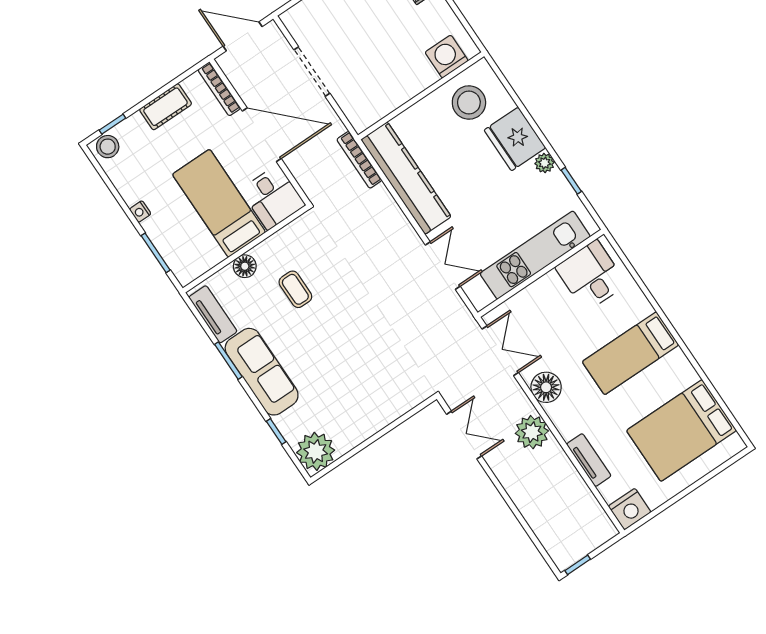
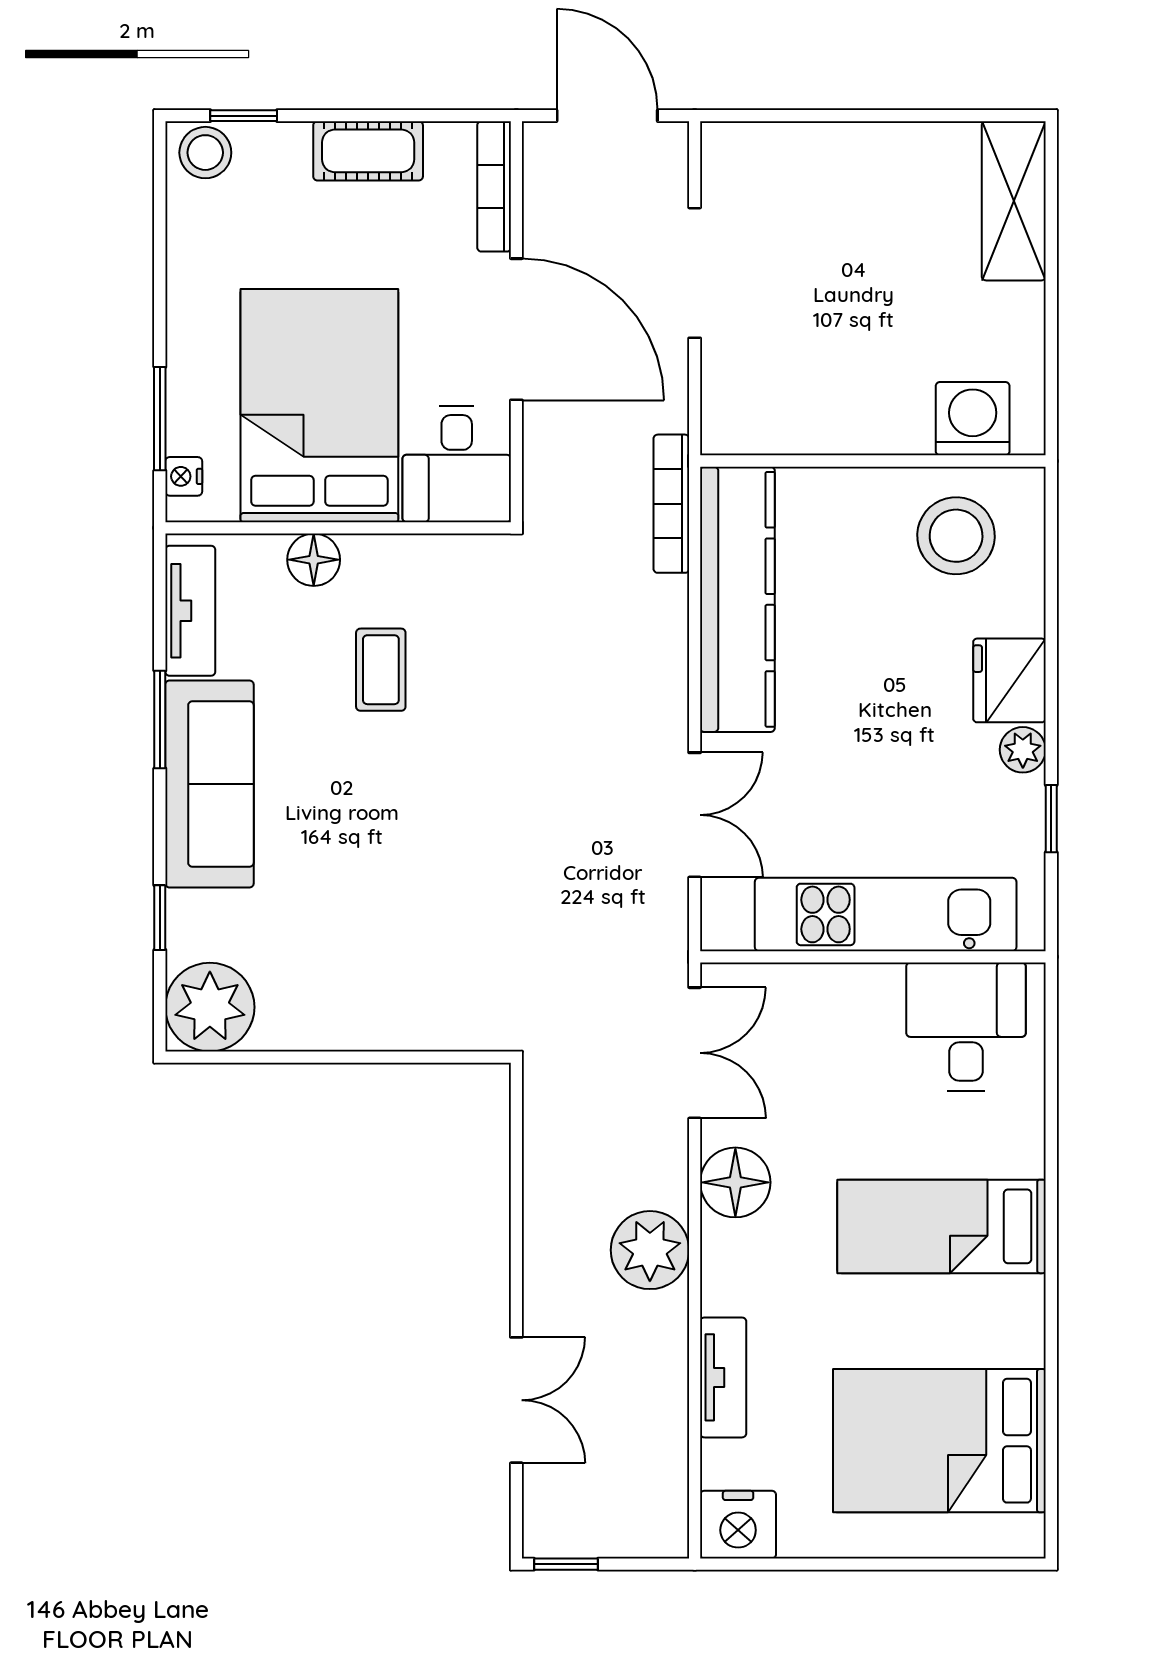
fridge: (515, 139) -> (1009, 680), width x0.73, depth x0.75
bed: (219, 203) -> (319, 406), width x1.50
nightstand: (140, 212) -> (184, 476), moved
double door: (464, 435) -> (516, 1400), moved

